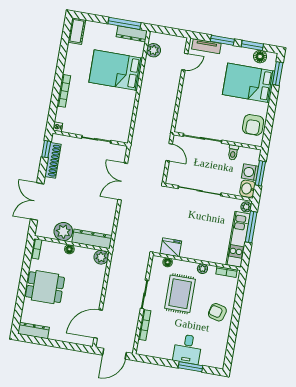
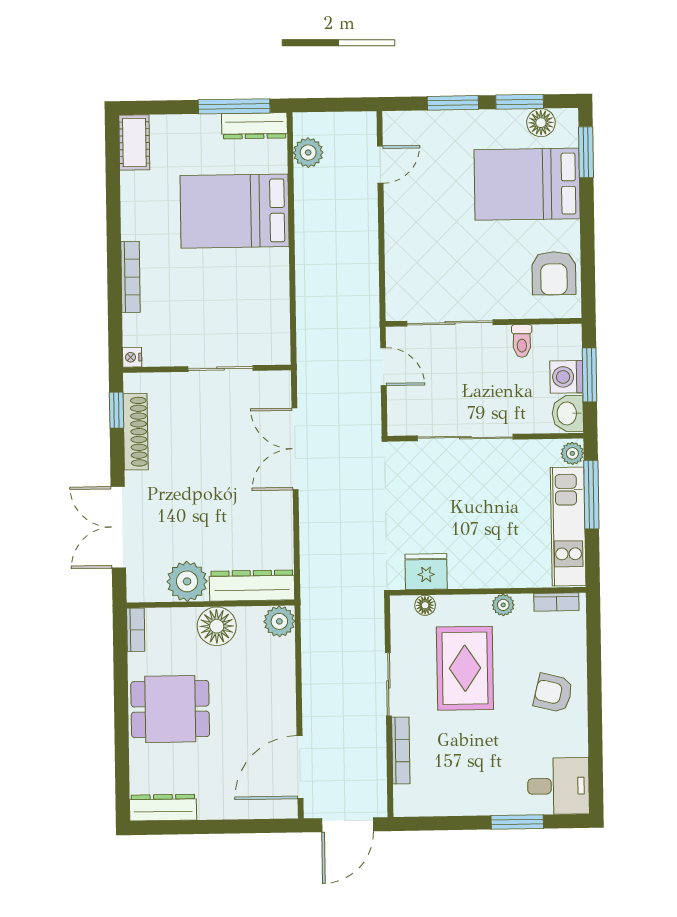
tv unit: (206, 46) -> (421, 122), removed
floor lamp: (69, 249) -> (217, 626), width x1.89, depth x1.89
desk: (188, 349) -> (558, 786), moved, turned -90

